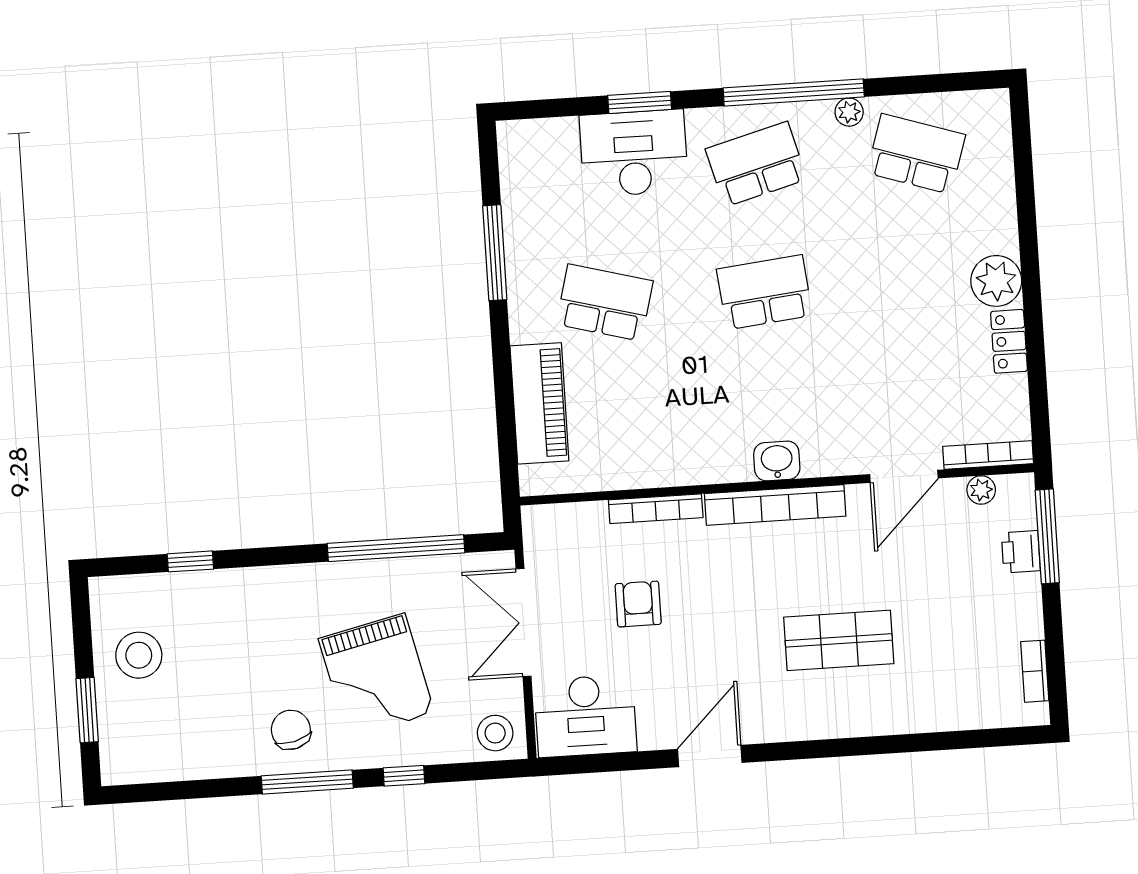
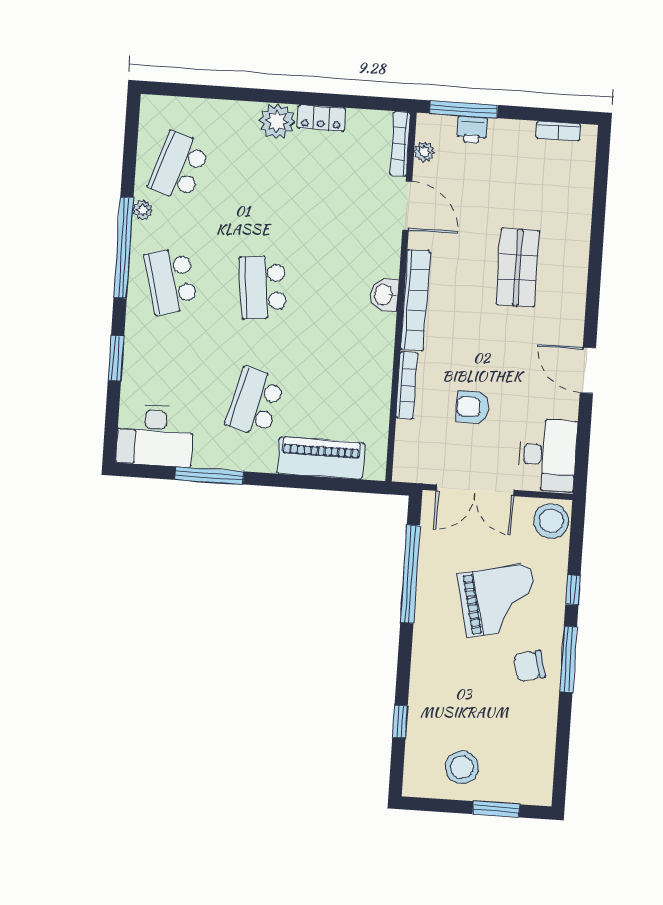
desk: (634, 153) -> (155, 436), moved, turned -90
stool: (495, 733) -> (551, 521), width x1.38, depth x1.38

